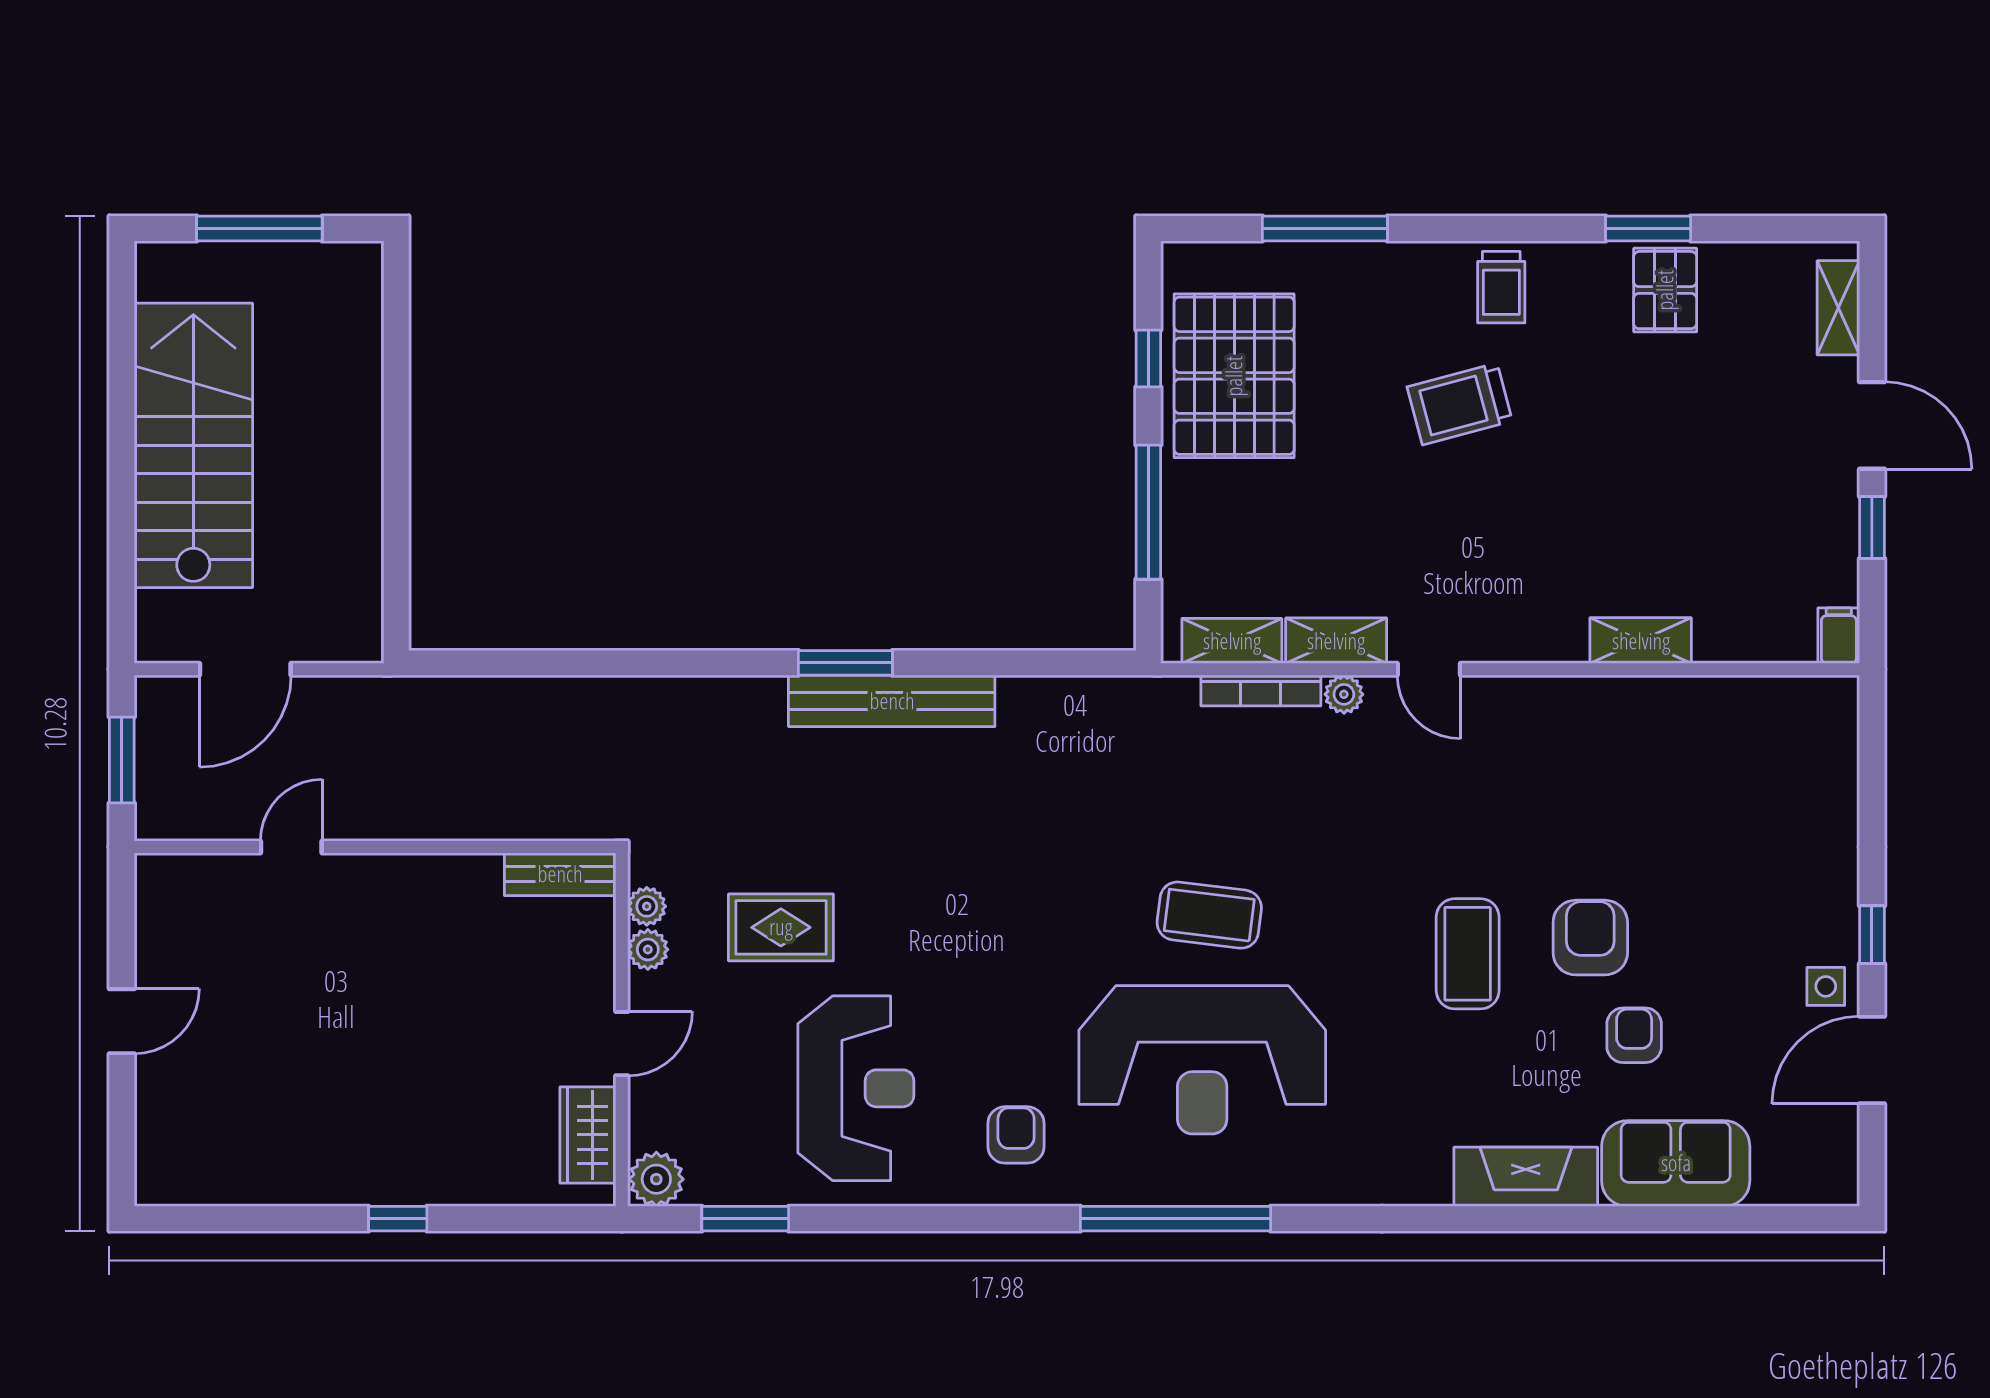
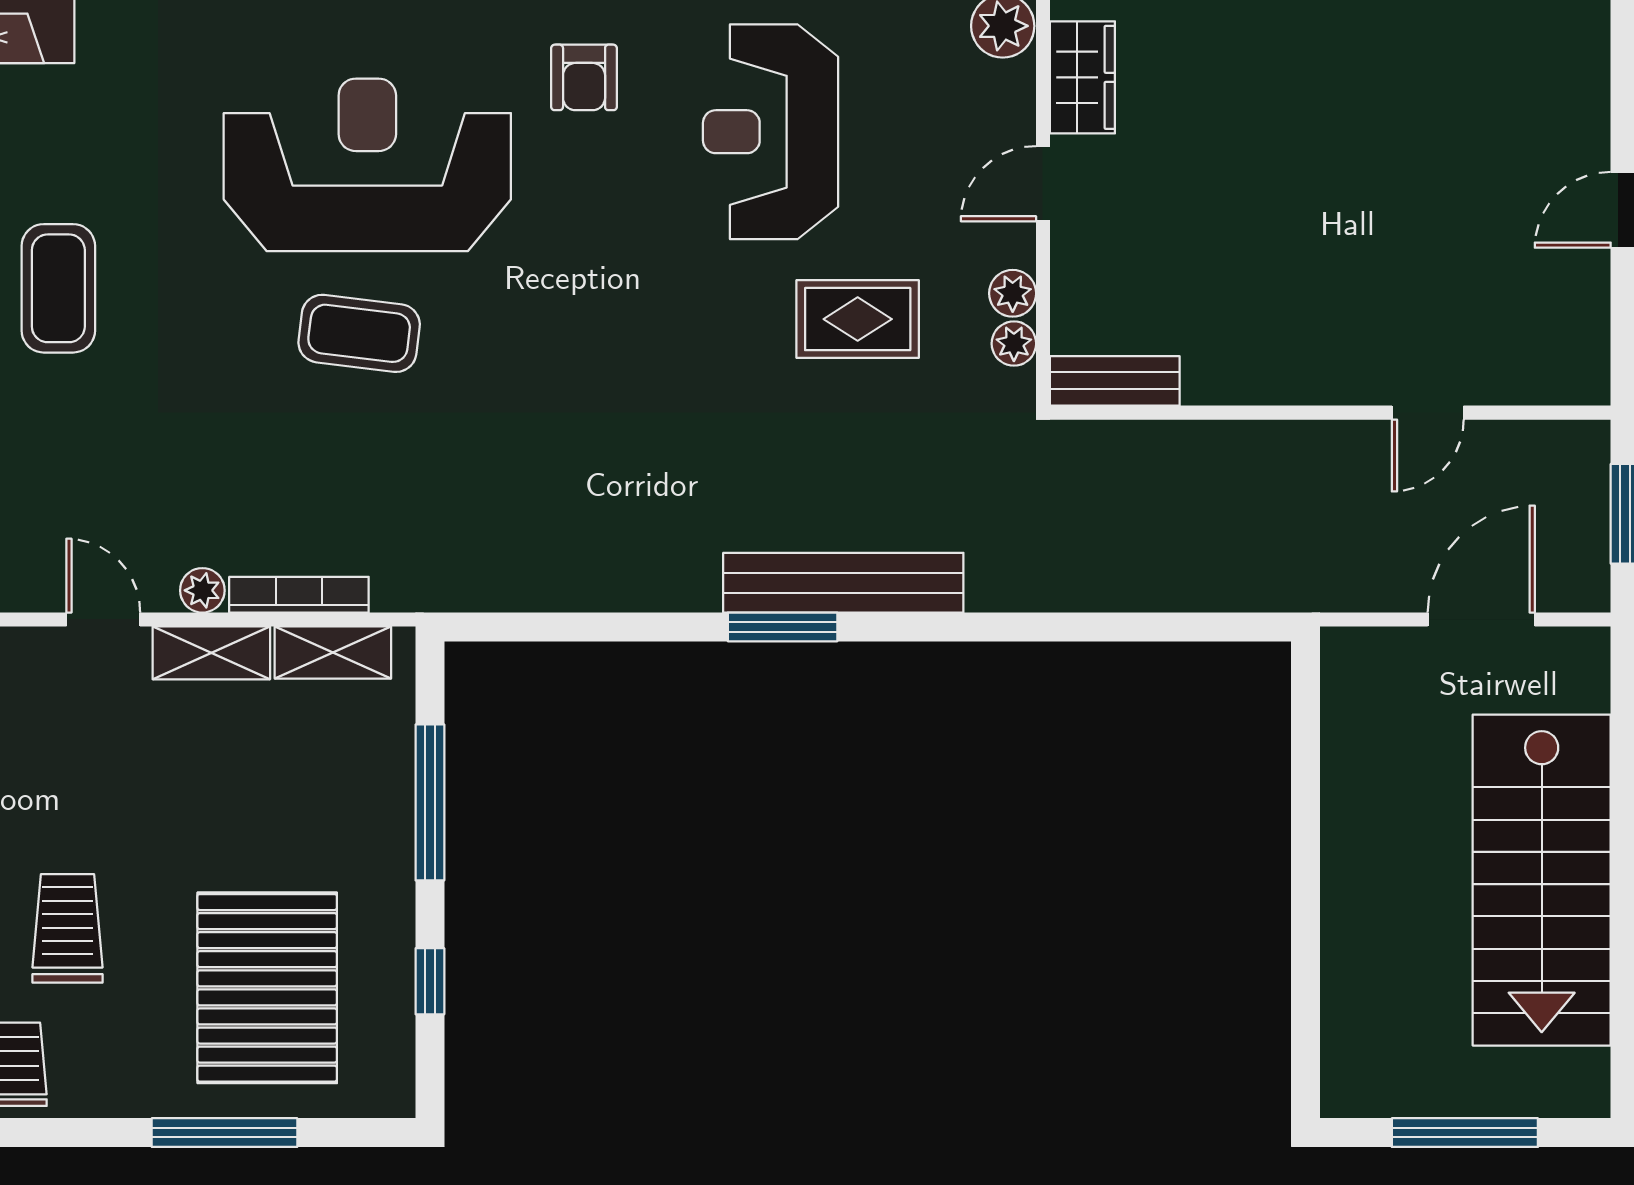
pallet: (1234, 376) -> (267, 988), moved
trolley: (1460, 404) -> (68, 928), turned -75
bench: (892, 701) -> (843, 583), moved

